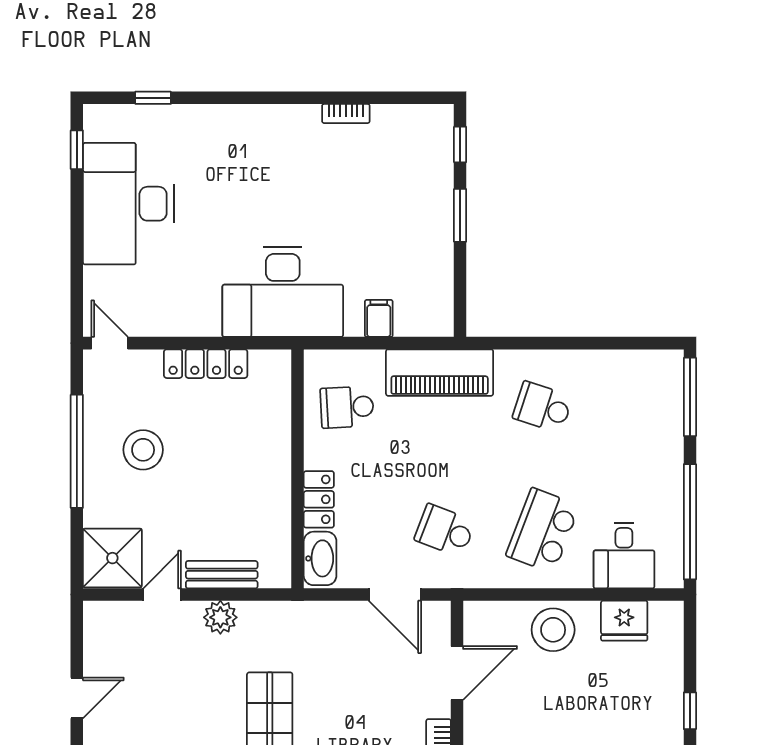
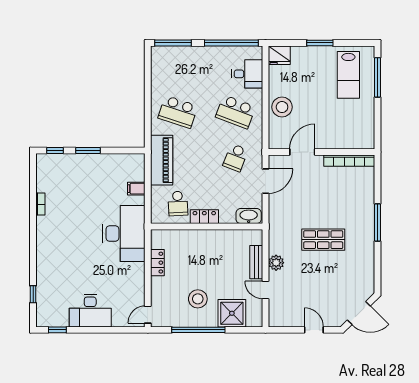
desk: (128, 204) -> (90, 311), width x0.73, depth x0.77
locker: (206, 364) -> (157, 263), width x0.66
school desk: (543, 407) -> (178, 112), width x1.85
locker: (319, 499) -> (204, 217), moved
shower: (112, 558) -> (232, 313), moved
fridge: (624, 621) -> (279, 55), moved, turned 90
door: (457, 673) -> (302, 152), hinge flipped
window: (690, 711) -> (320, 43), width x1.50

